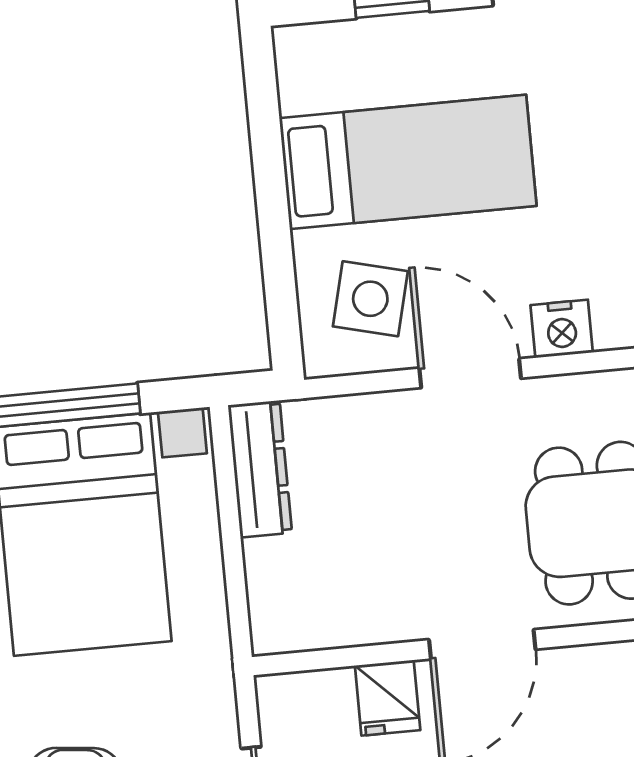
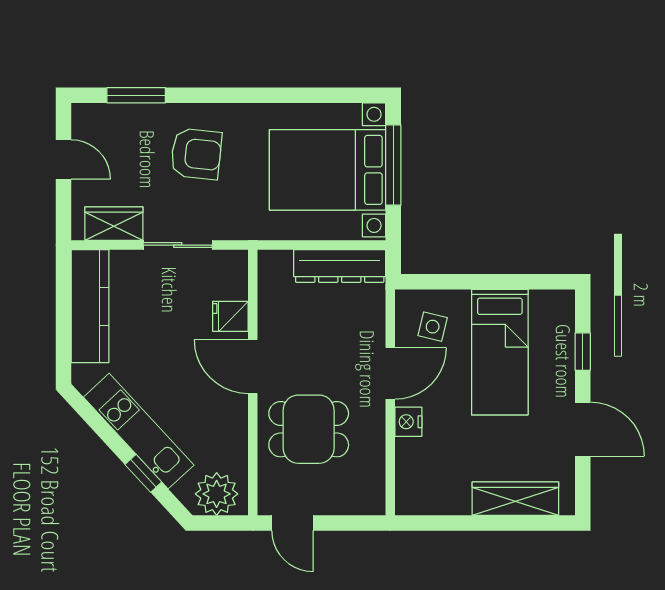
side table: (370, 299) -> (433, 327), width x0.73, depth x0.73
dresser: (260, 469) -> (340, 266), width x1.37, depth x1.24

